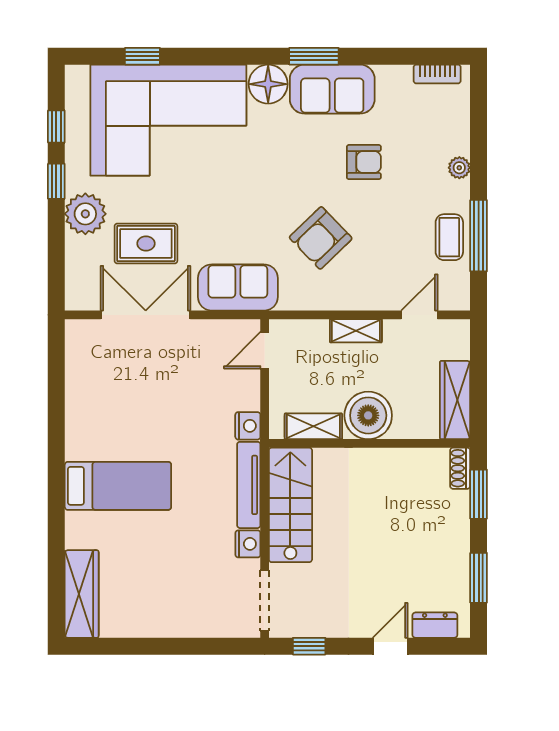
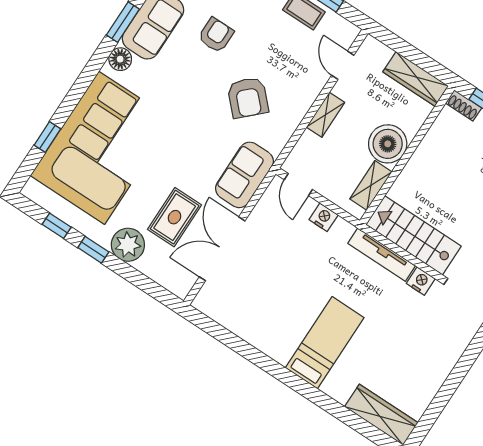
floor lamp: (268, 84) -> (120, 59), width x0.73, depth x0.73
nightstand: (248, 426) -> (324, 217), moved

